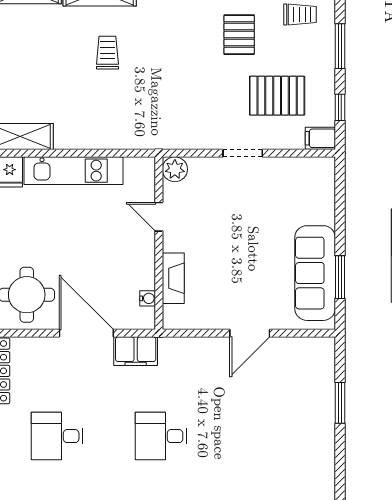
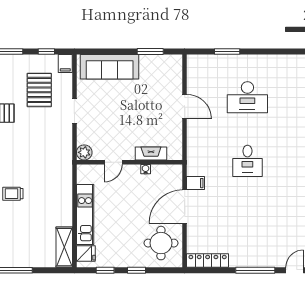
sofa: (315, 273) -> (110, 67), moved
water cooler: (148, 298) -> (146, 169), moved
filing cabinet: (136, 351) -> (196, 183), width x0.50
desk: (57, 436) -> (247, 97), moved, width x1.37

